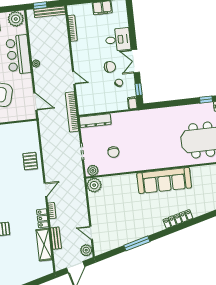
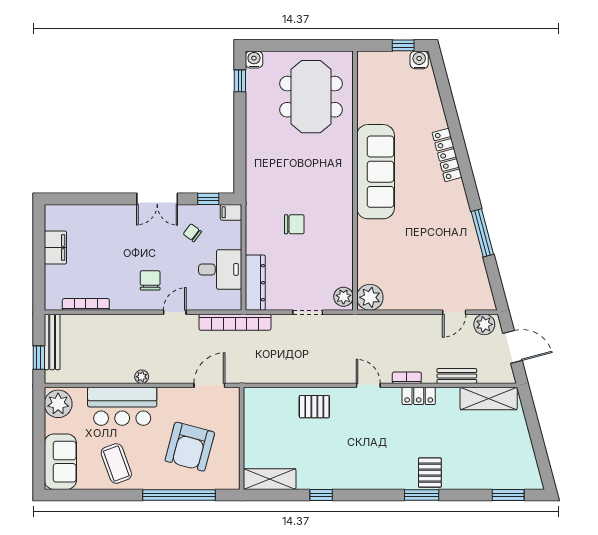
desk: (118, 40) -> (220, 269), moved, turned 90
chair: (110, 67) -> (150, 280), moved
chair: (113, 152) -> (294, 224), moved
shelving: (44, 245) -> (489, 399), moved

